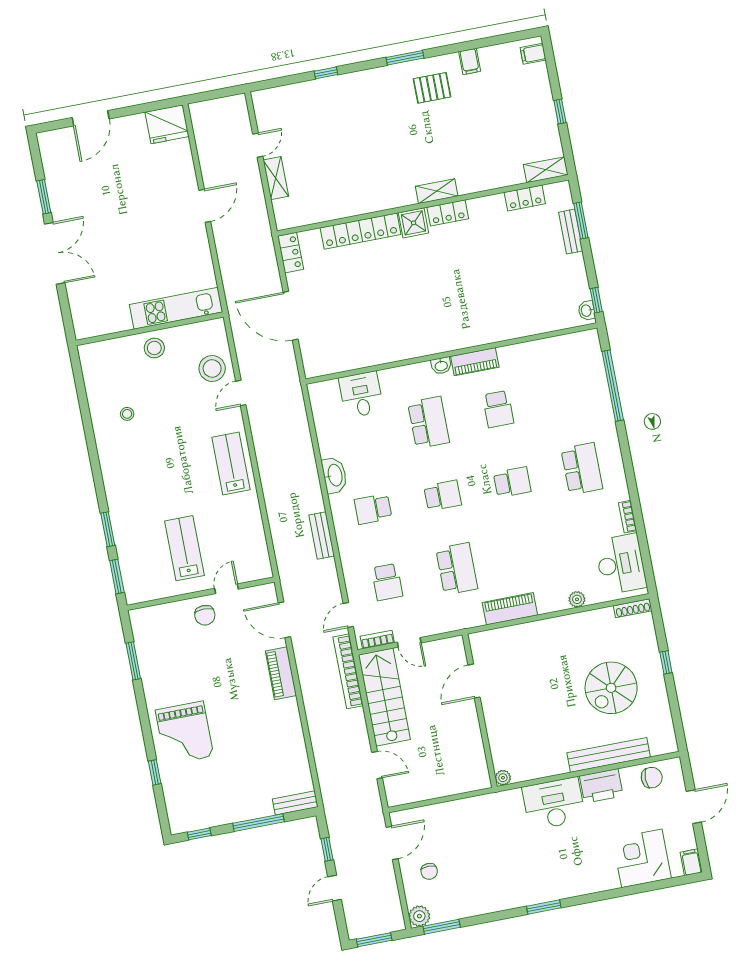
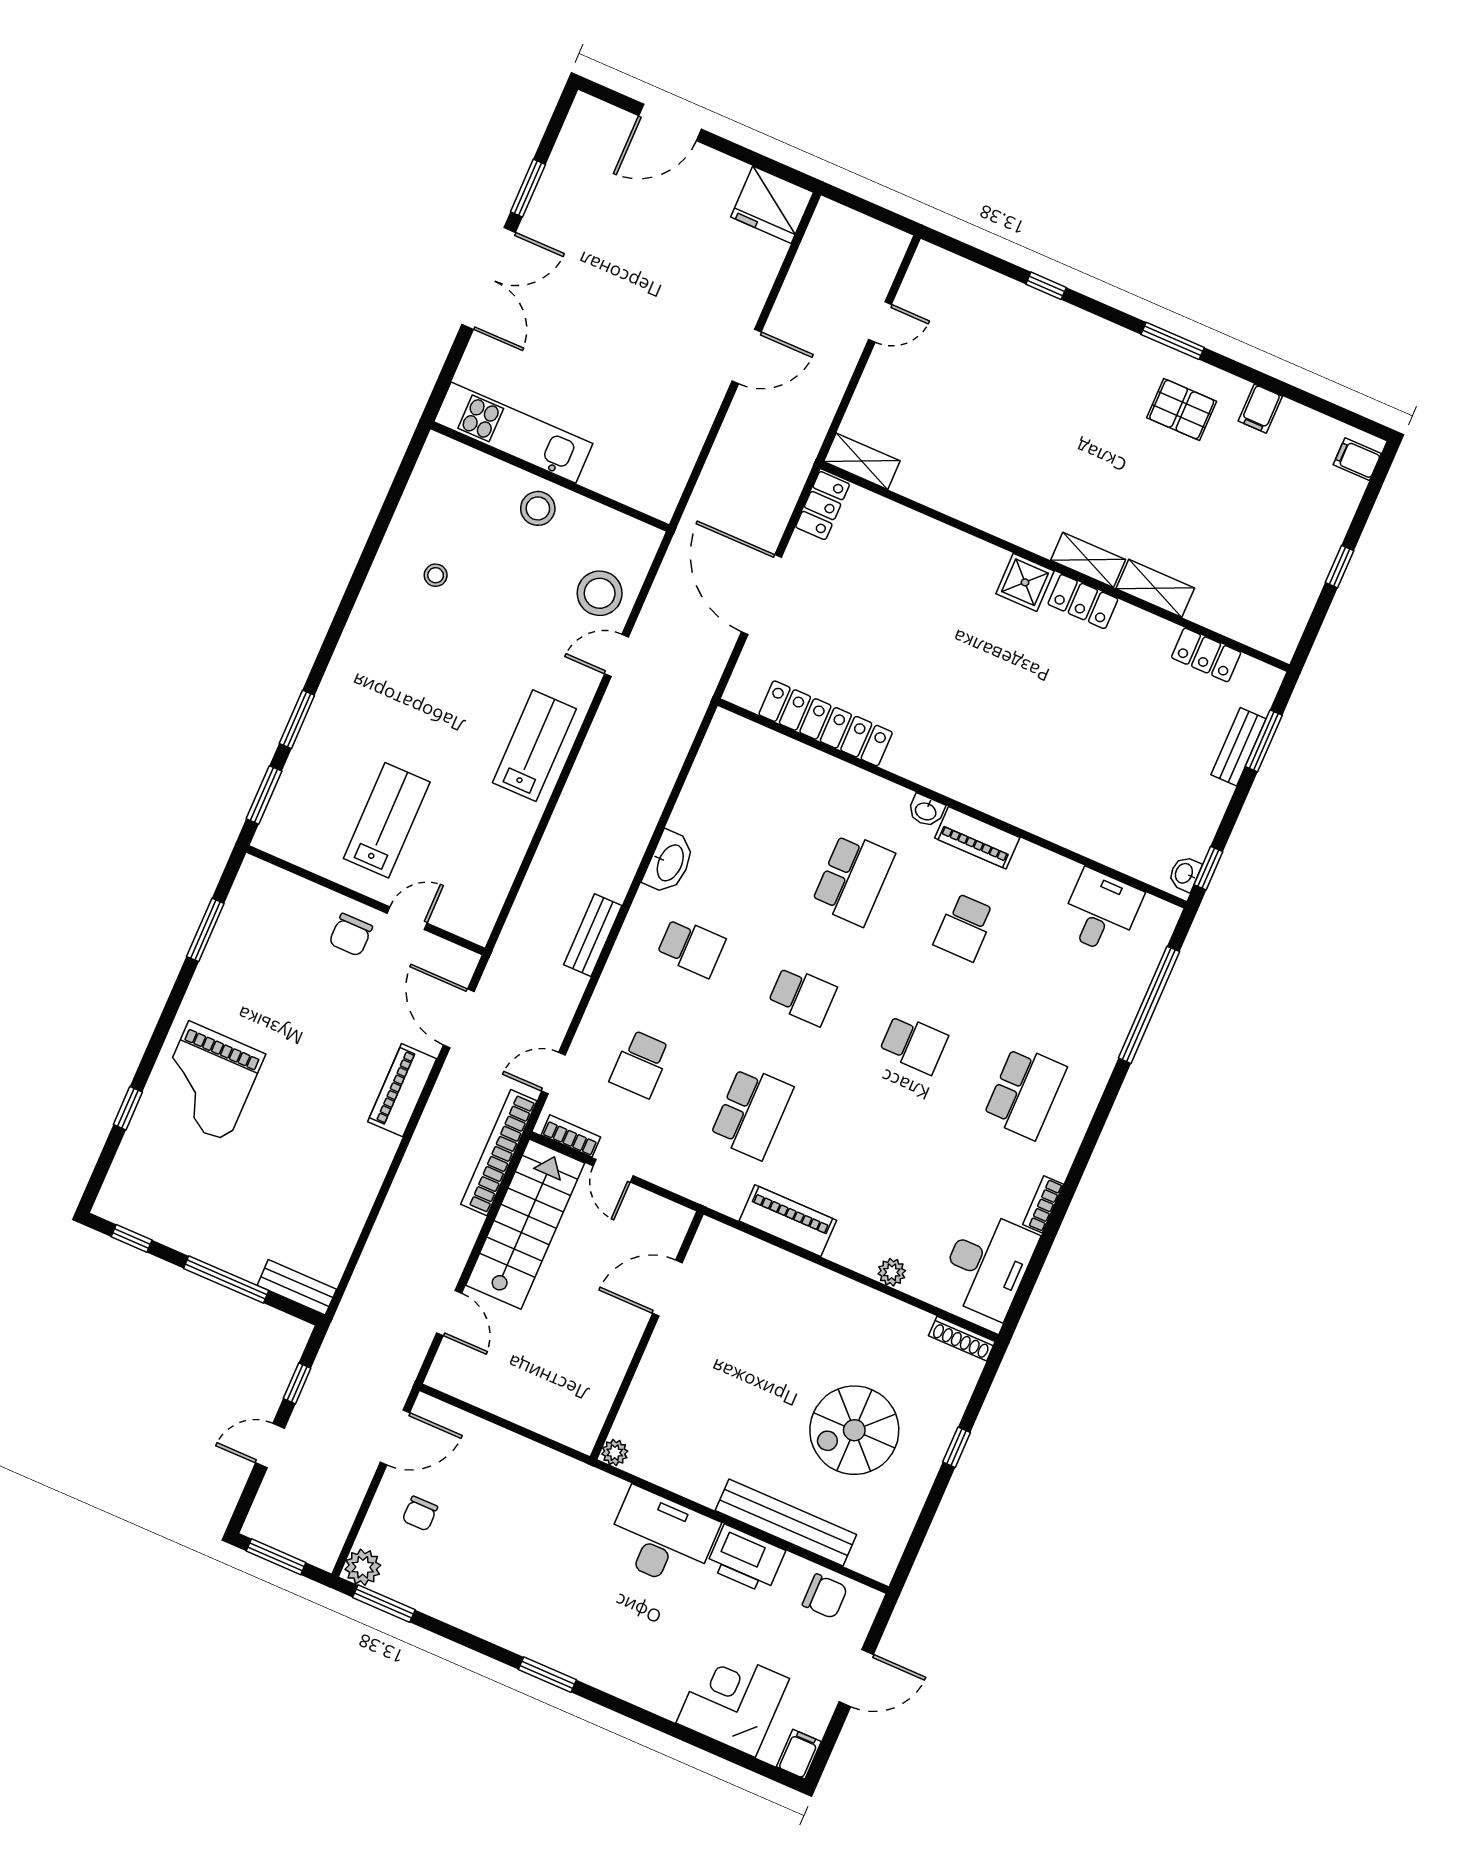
shelving: (546, 170) -> (1155, 588), moved
shelving: (276, 178) -> (862, 461), moved, turned 90
locker: (361, 231) -> (826, 723), moved, turned 180
kitchen unit: (176, 308) -> (513, 433), moved
desk: (361, 395) -> (1101, 912), moved
school desk: (373, 509) -> (691, 947), turned 180

